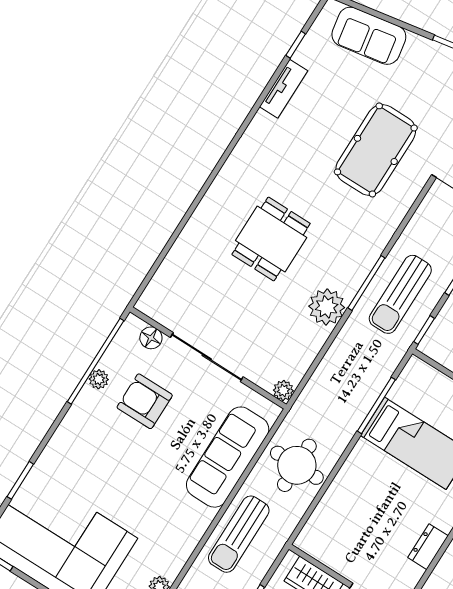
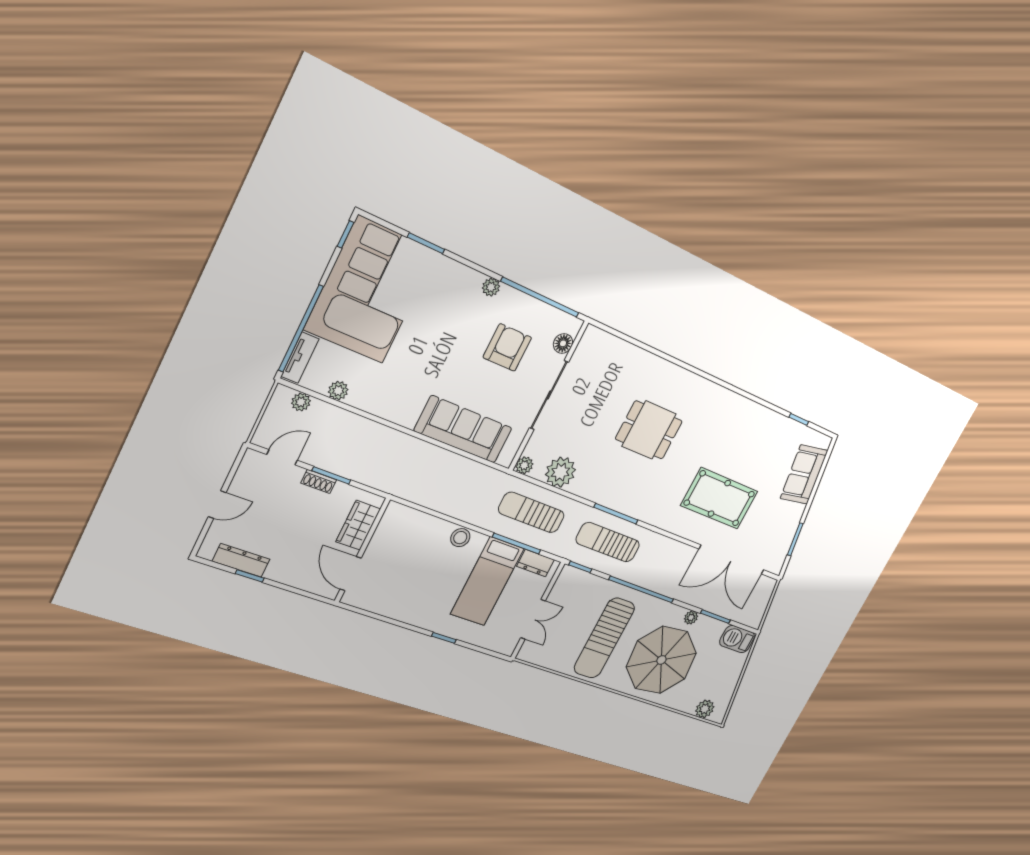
tv unit: (284, 89) -> (766, 416), removed
plant: (327, 307) -> (560, 472), moved
plant: (99, 379) -> (491, 287), moved
round table: (297, 465) -> (461, 490), removed
stool: (354, 470) -> (460, 538), added
sun lounger: (239, 534) -> (531, 512), moved
dresser: (428, 547) -> (535, 563), moved, turned 180

